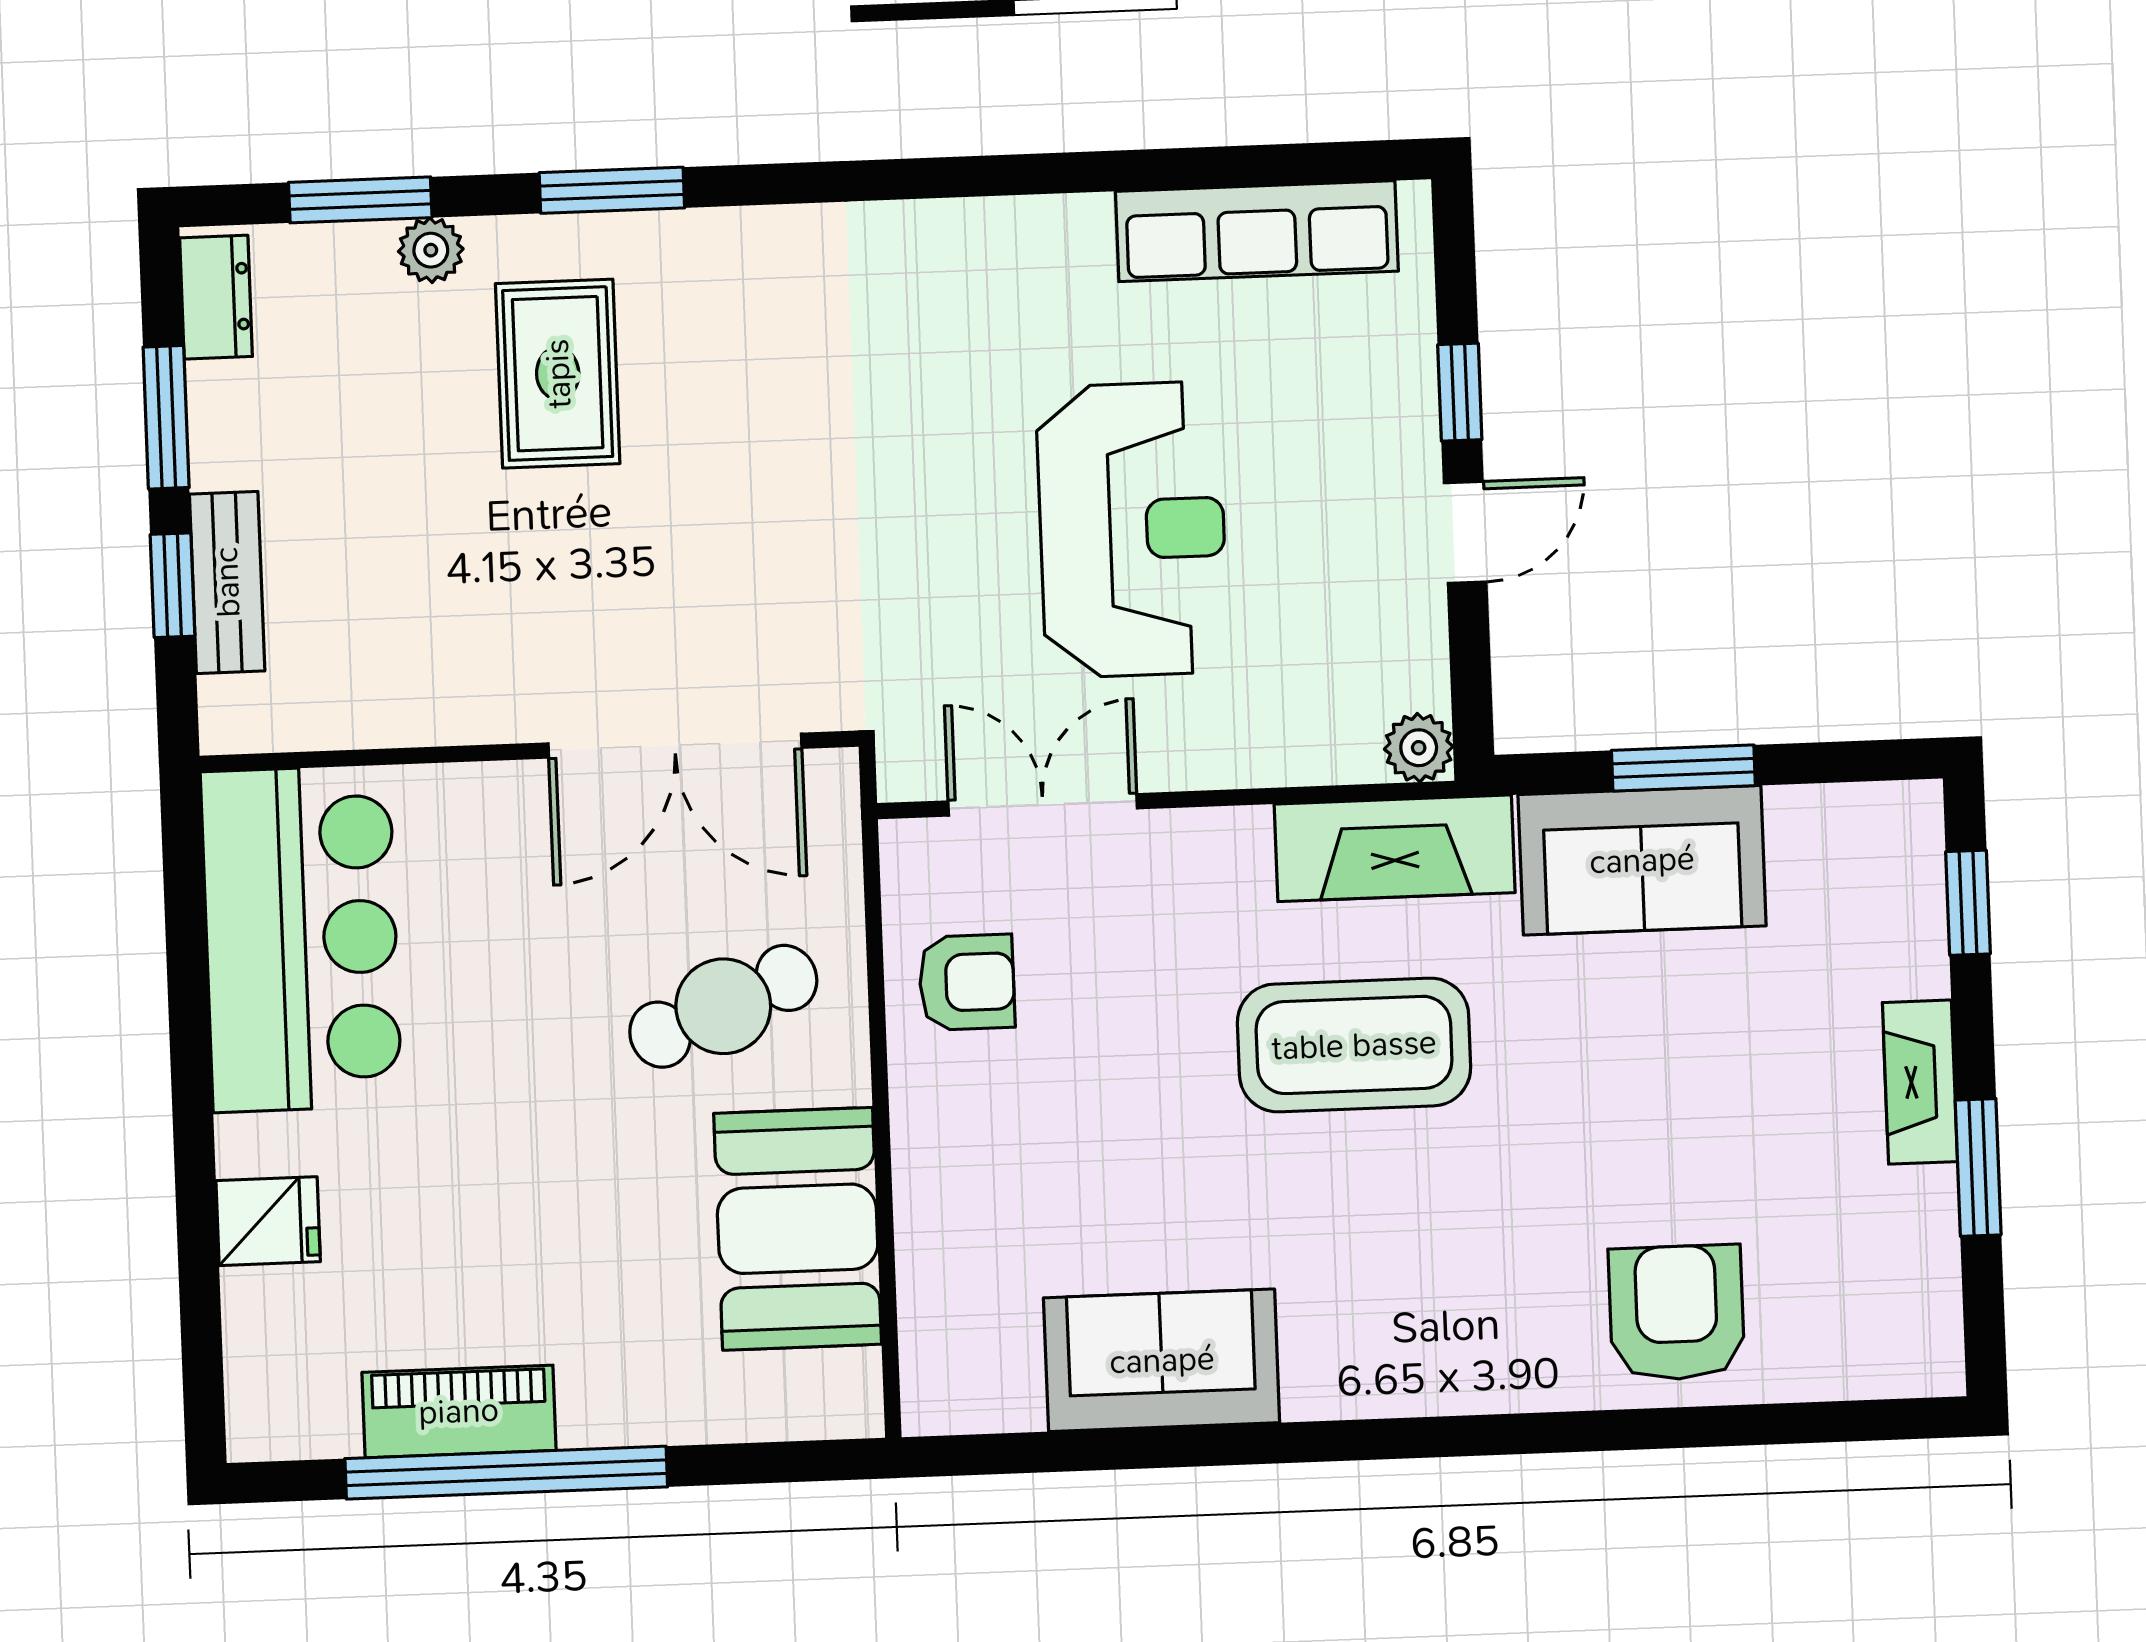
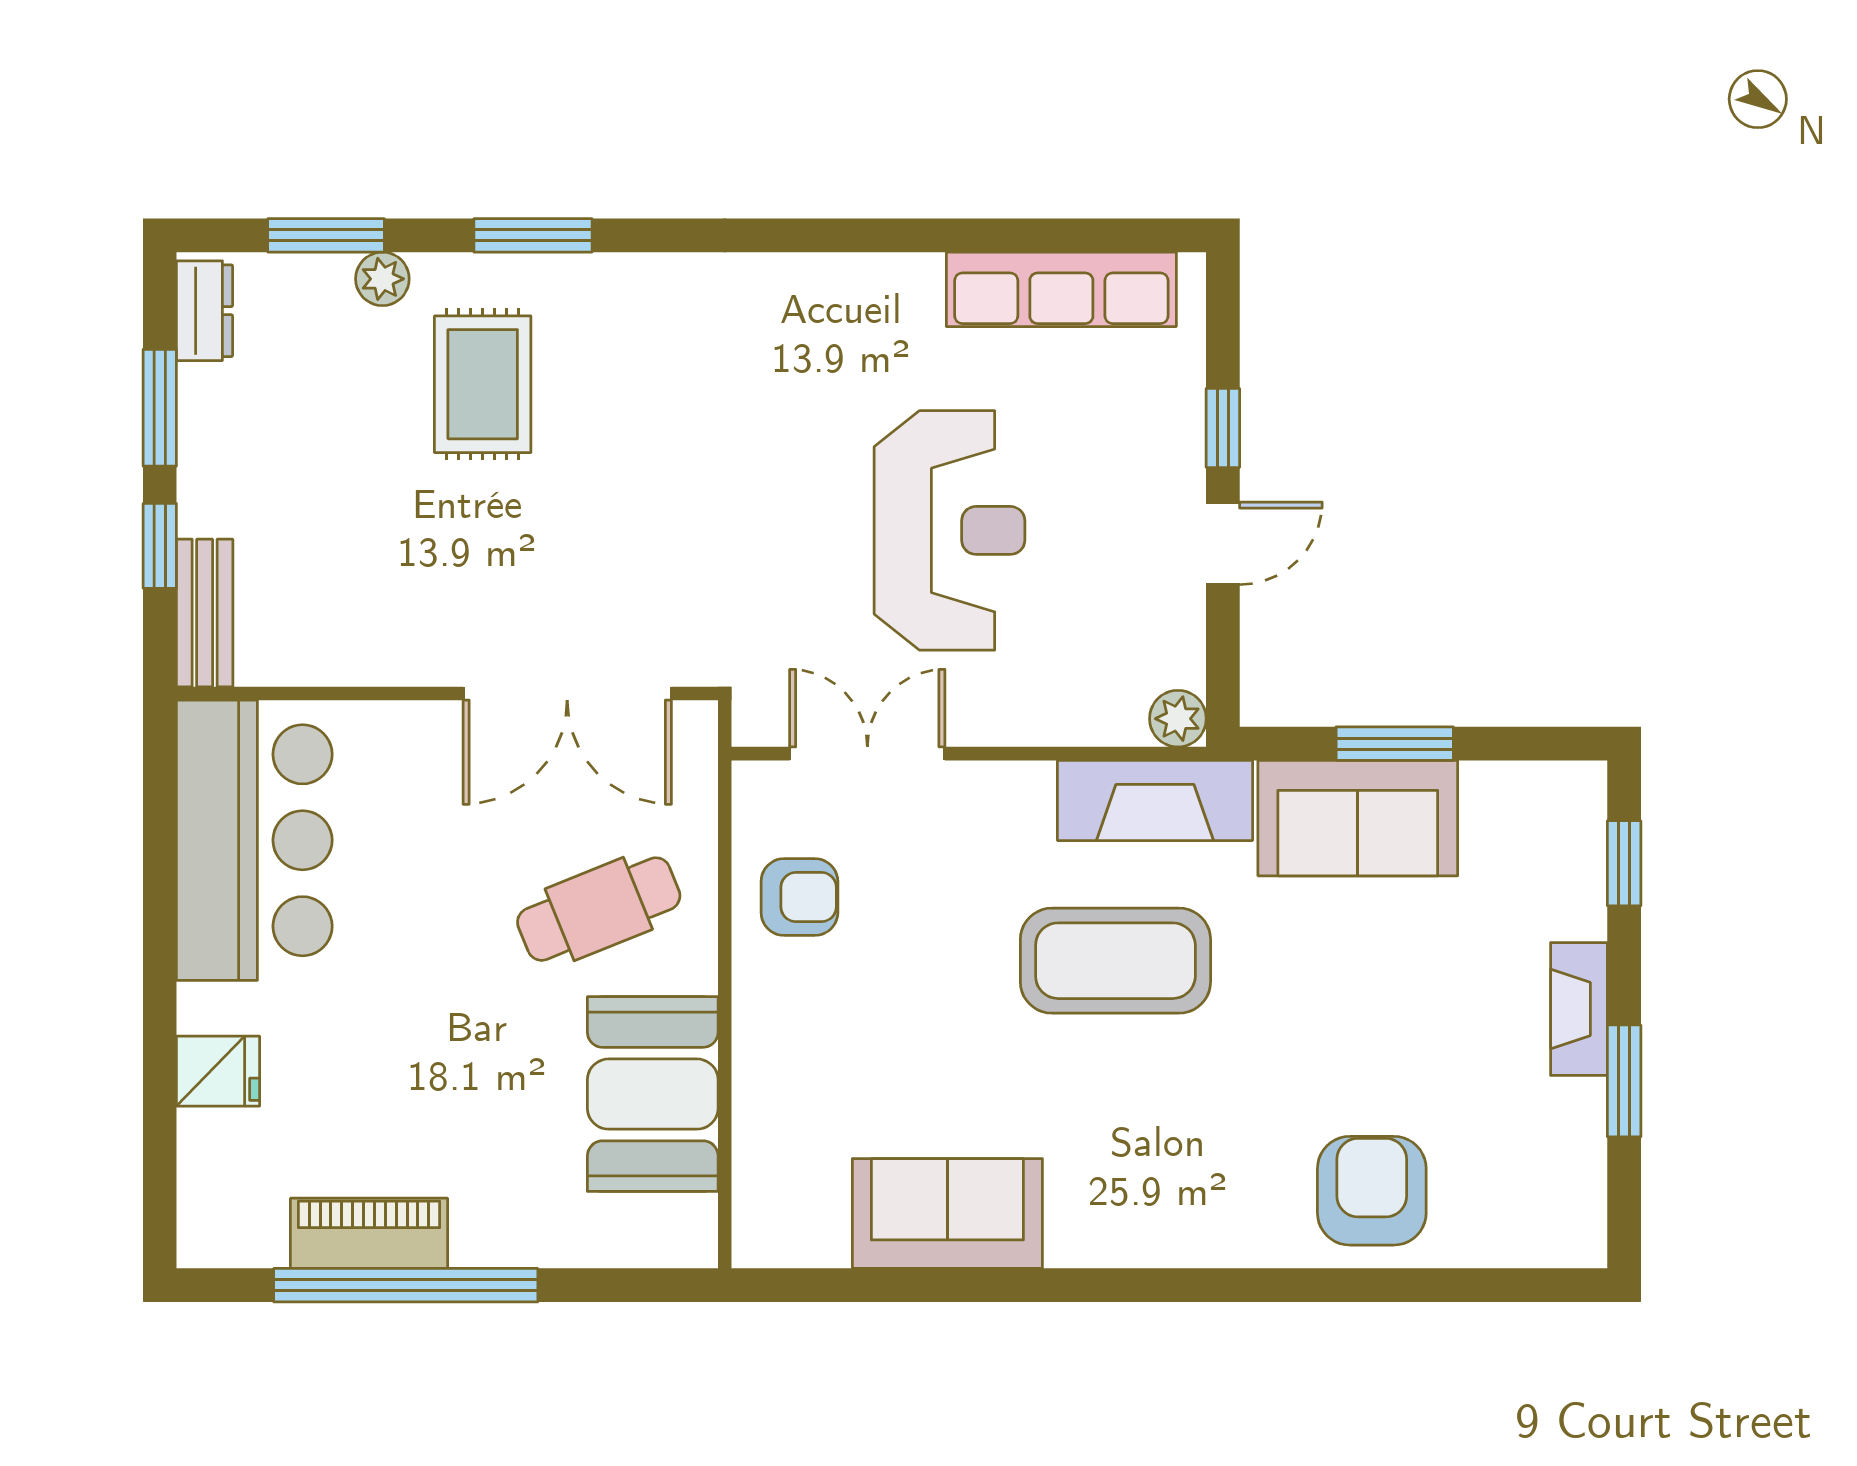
bench: (227, 582) -> (205, 613), moved

